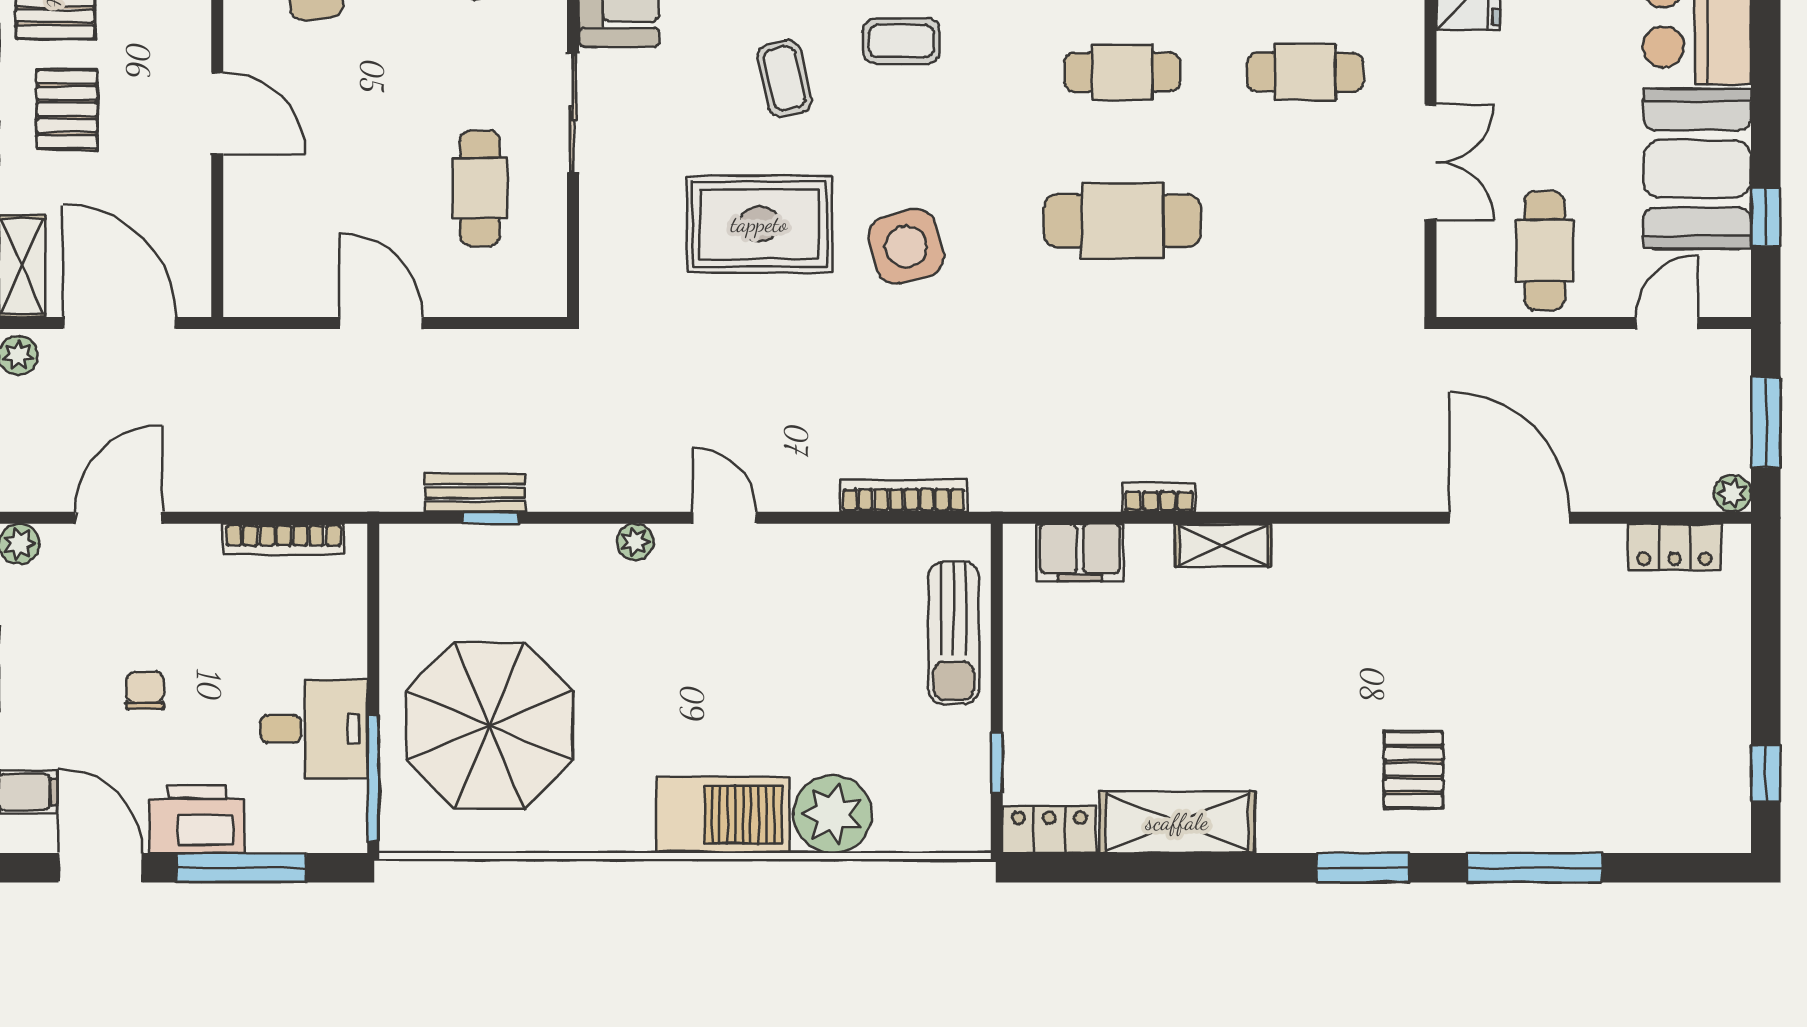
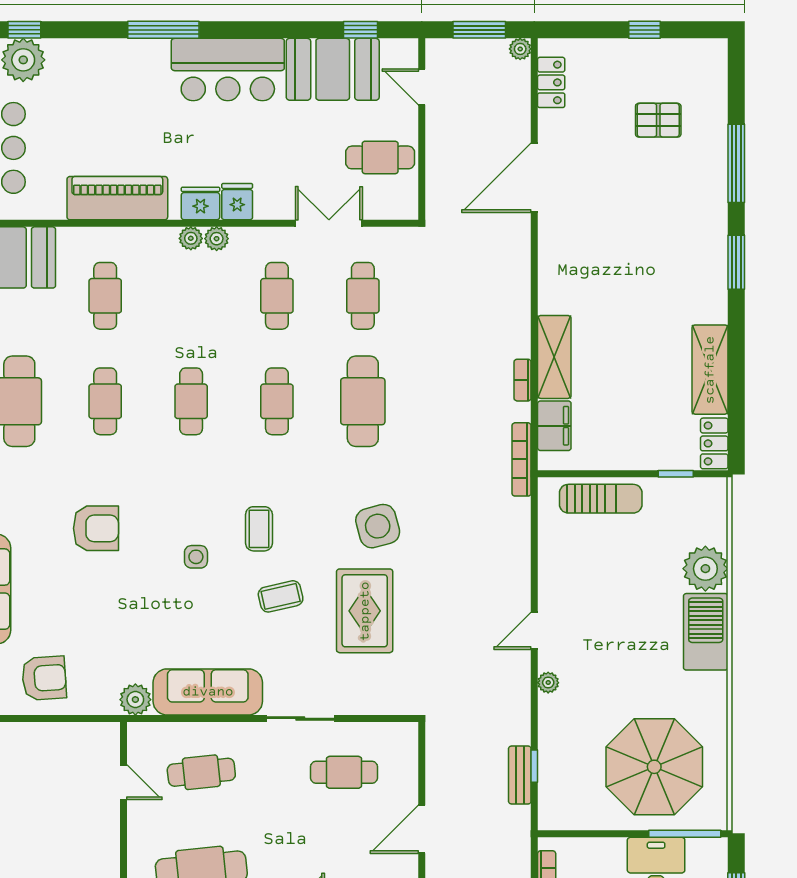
cafe table: (1305, 221) -> (363, 296), added
bookcase: (904, 496) -> (522, 459), moved
shelving: (1223, 545) -> (554, 357), width x1.50, depth x1.33
pallet: (1414, 770) -> (658, 120), moved
window: (1766, 773) -> (644, 30), moved

